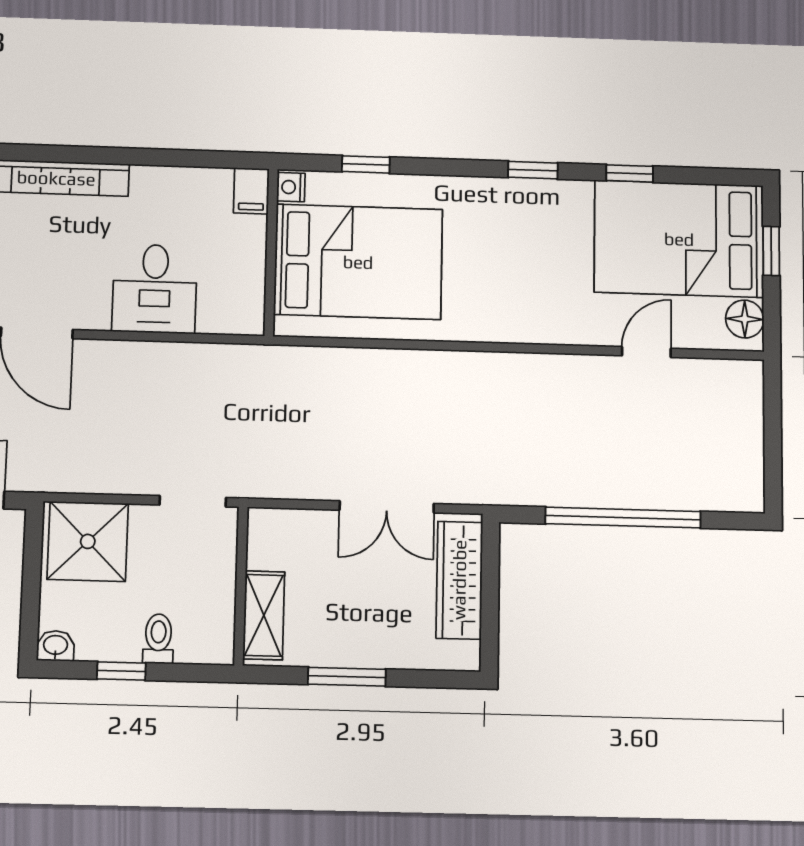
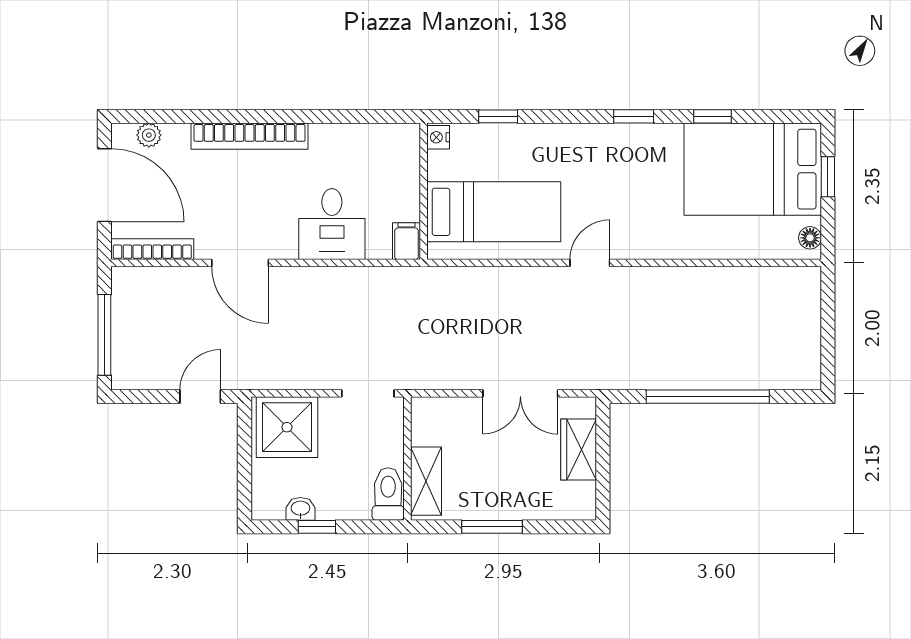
filing cabinet: (251, 191) -> (407, 241), moved, turned 180
bed: (358, 262) -> (494, 212), width x0.67
floor lamp: (745, 319) -> (810, 238), width x0.73, depth x0.73
door: (646, 352) -> (590, 263), moved
wardrobe: (459, 580) -> (579, 450), width x0.67
toilet: (158, 639) -> (388, 494), moved, width x1.37, depth x1.39
washbasin: (56, 646) -> (300, 509), moved

